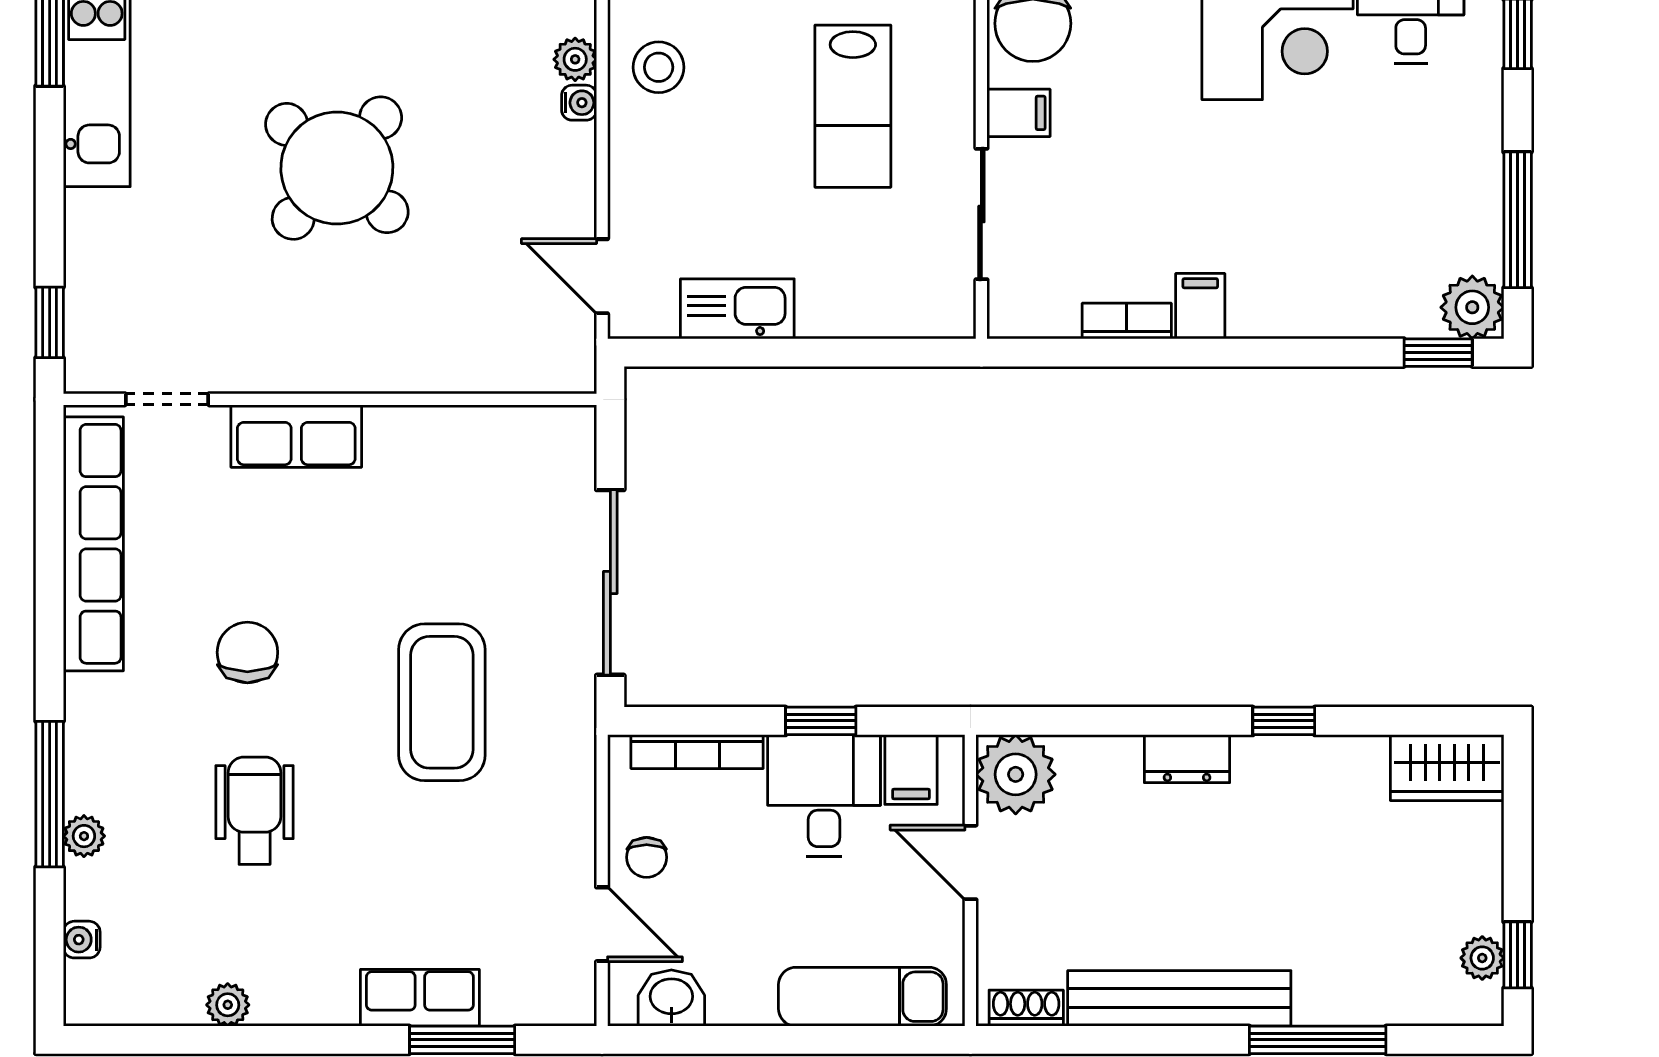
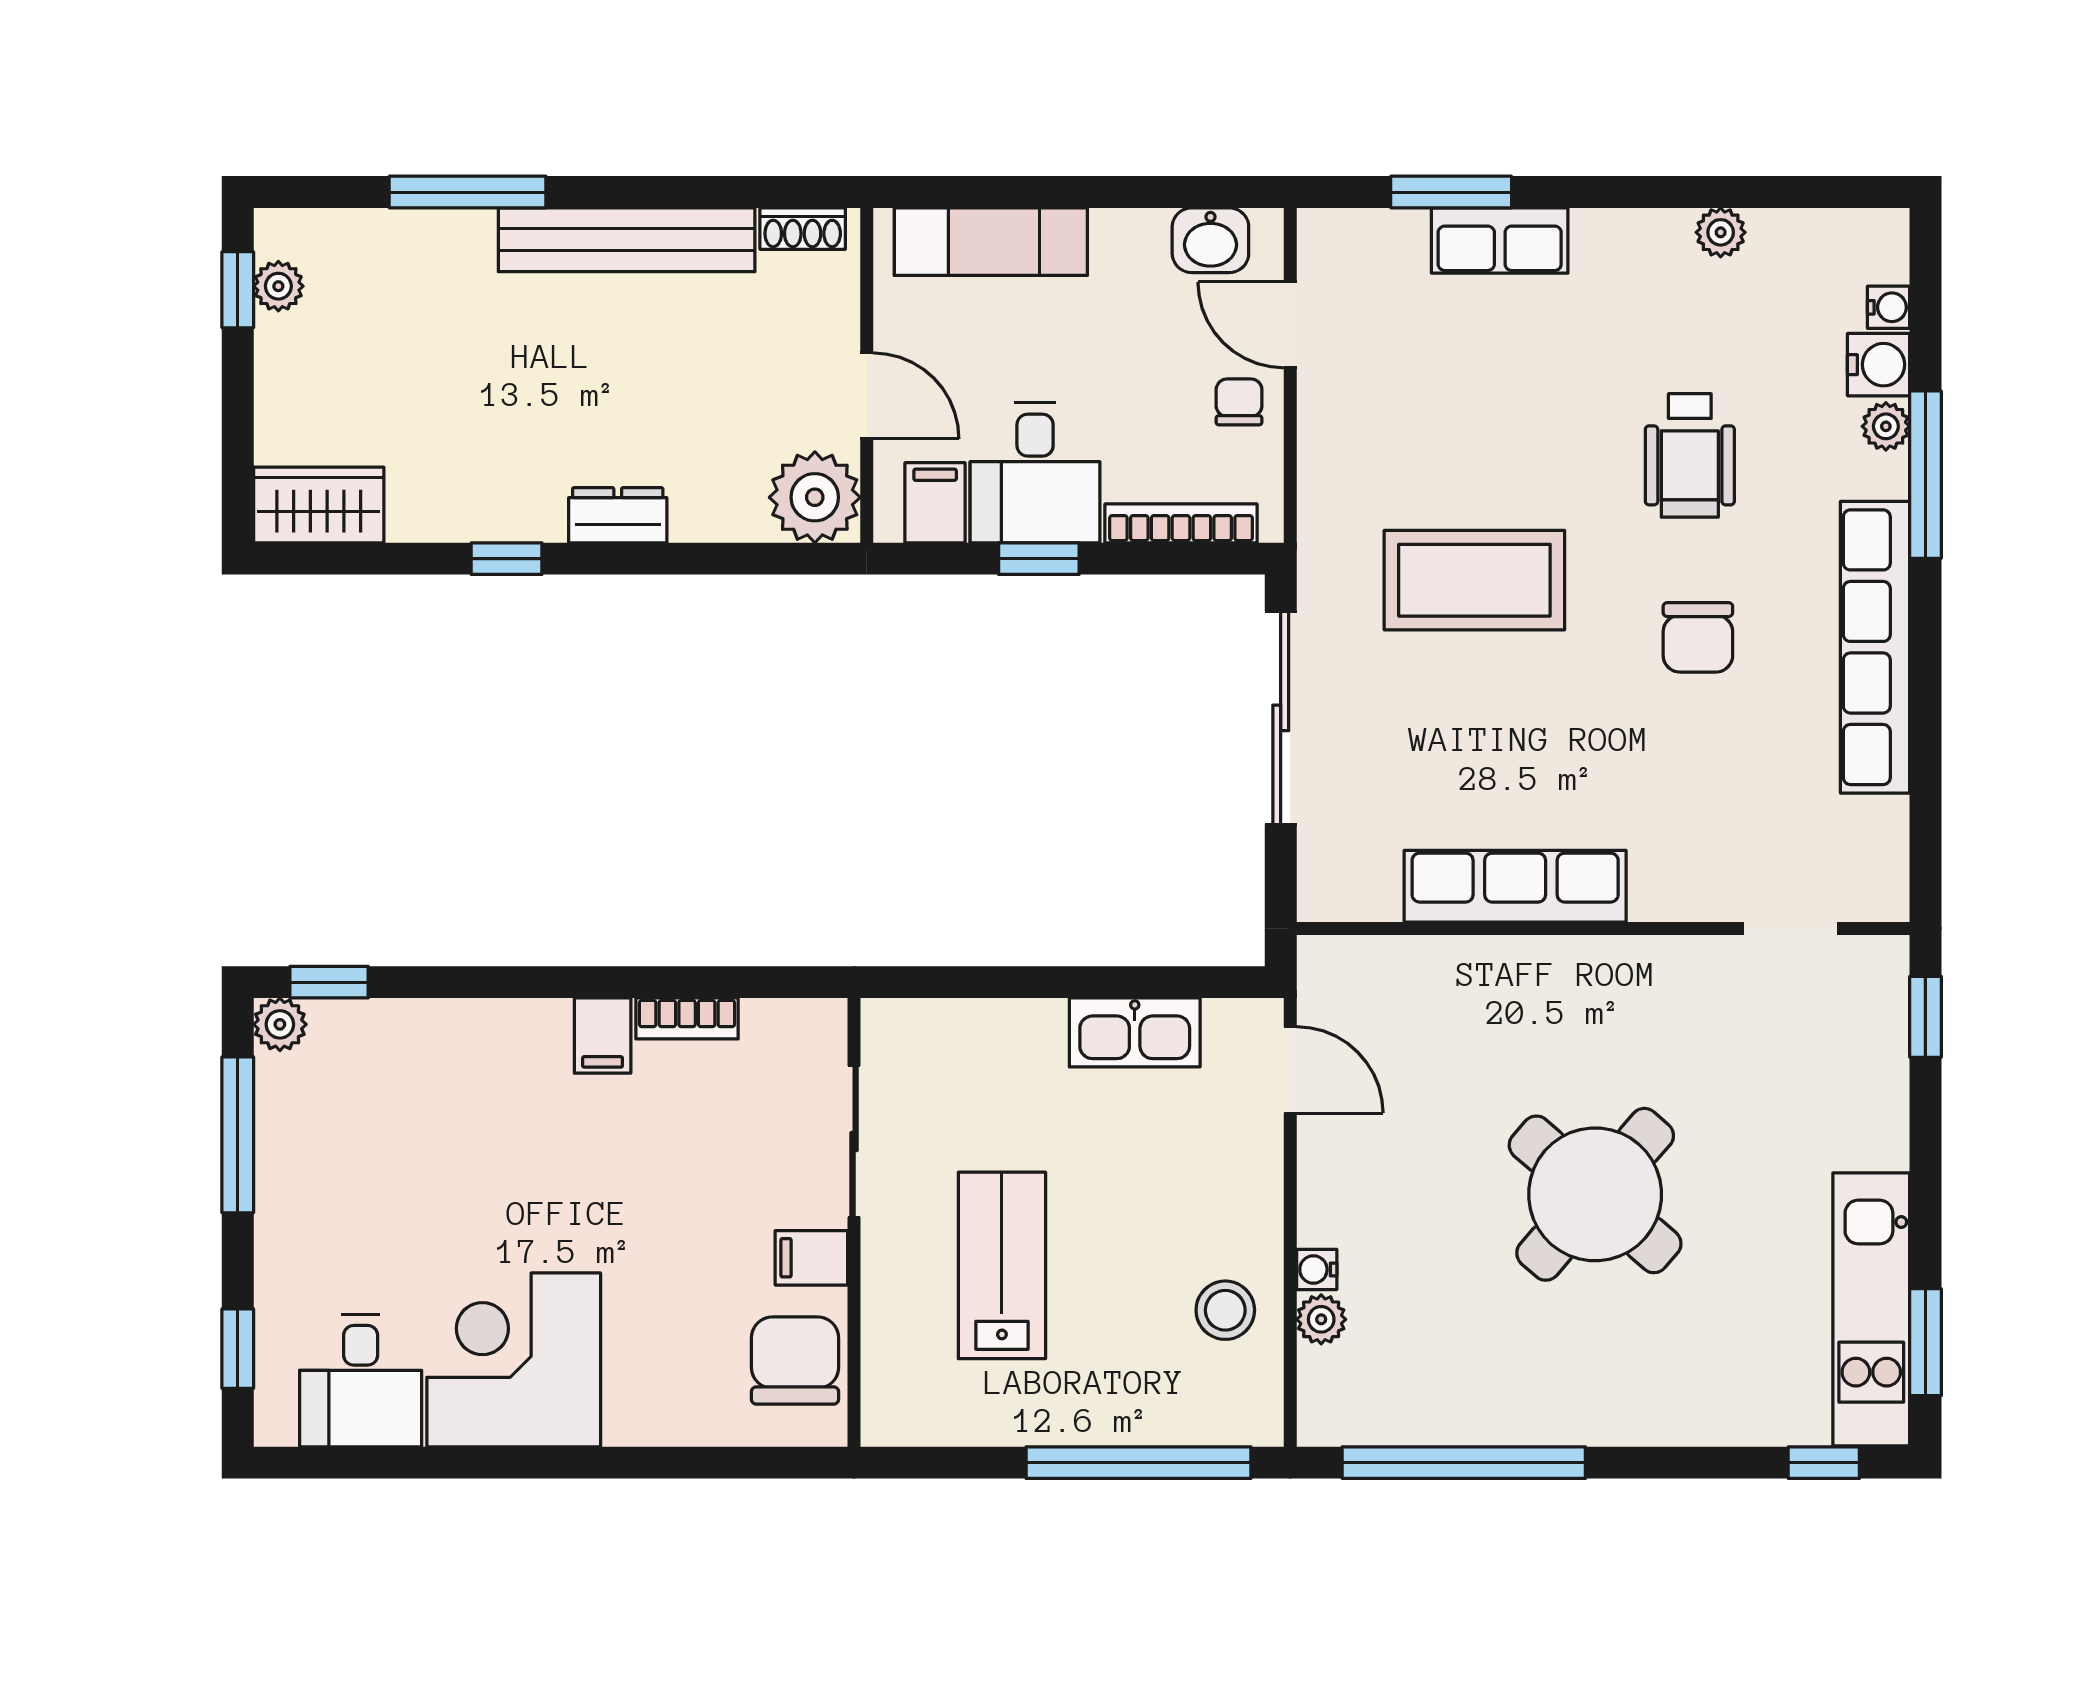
plant: (1472, 307) -> (280, 1024), width x0.73, depth x0.73
row of seats: (296, 436) -> (1515, 886), moved, width x1.48
row of seats: (93, 544) -> (1875, 647), moved
coffee table: (442, 702) -> (1474, 580), turned 90
water cooler: (90, 890) -> (1879, 365), added

